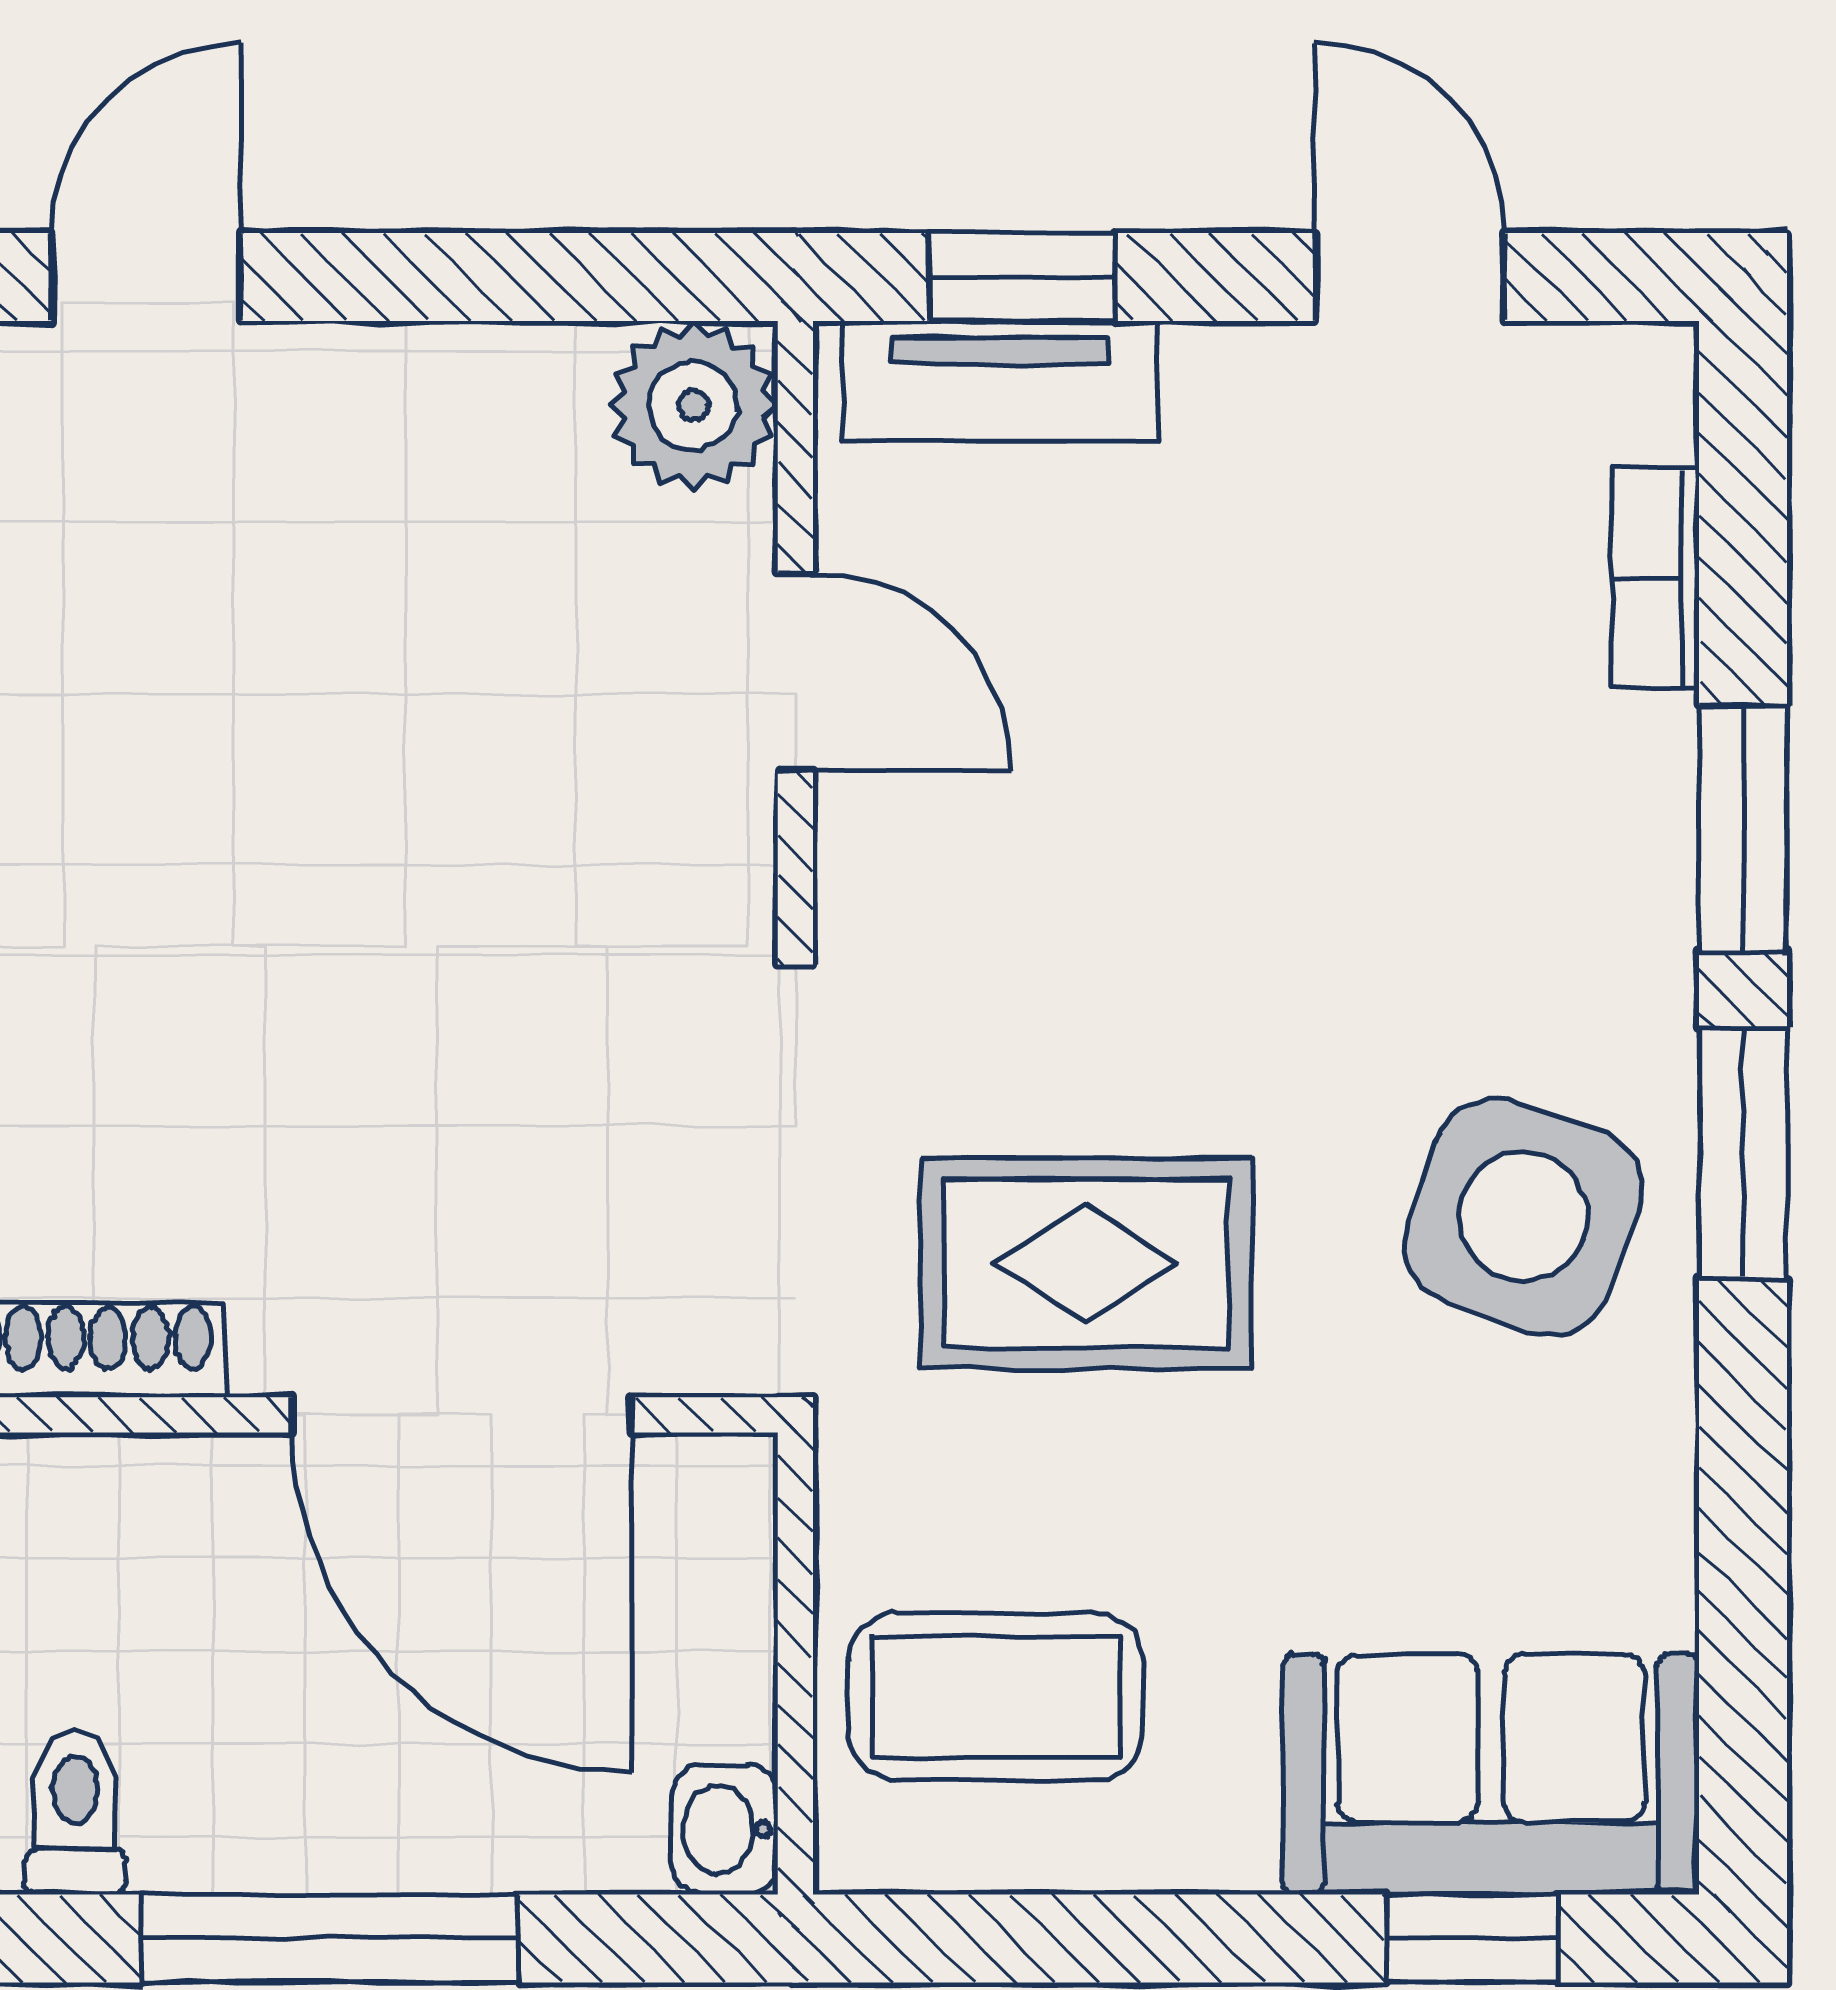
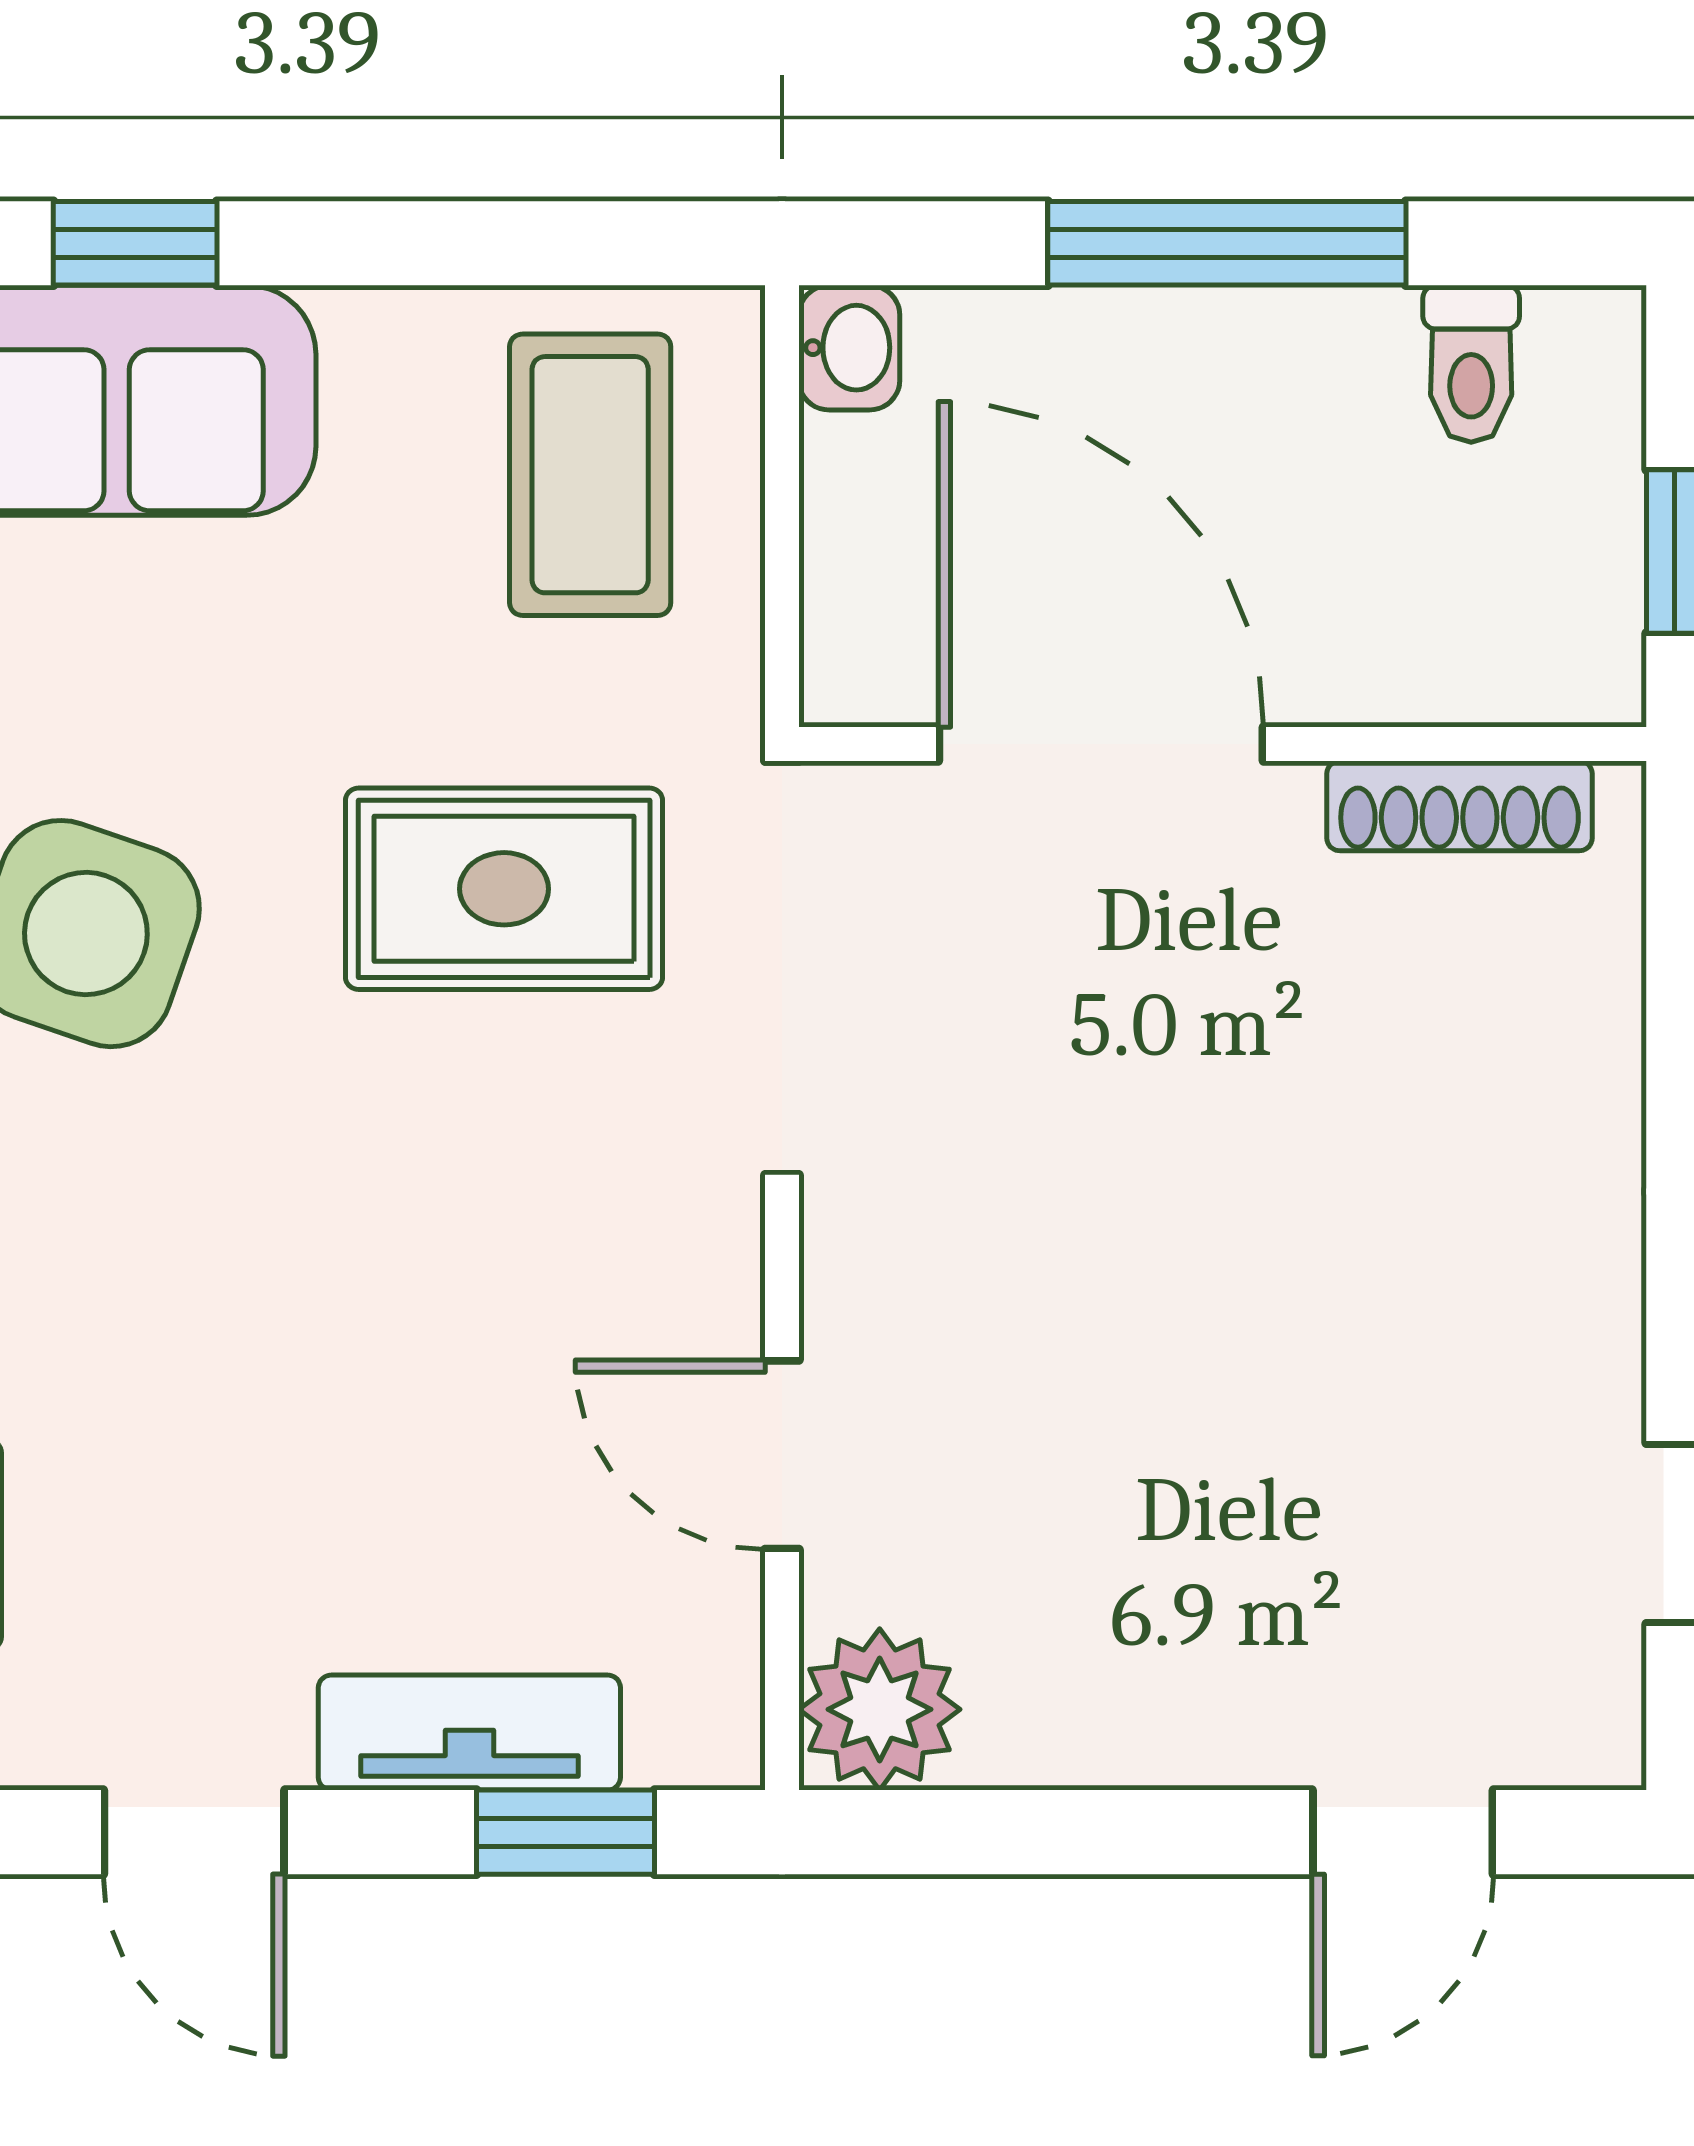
tv unit: (1000, 381) -> (469, 1733), moved
coffee table: (996, 1696) -> (590, 475), turned 90

